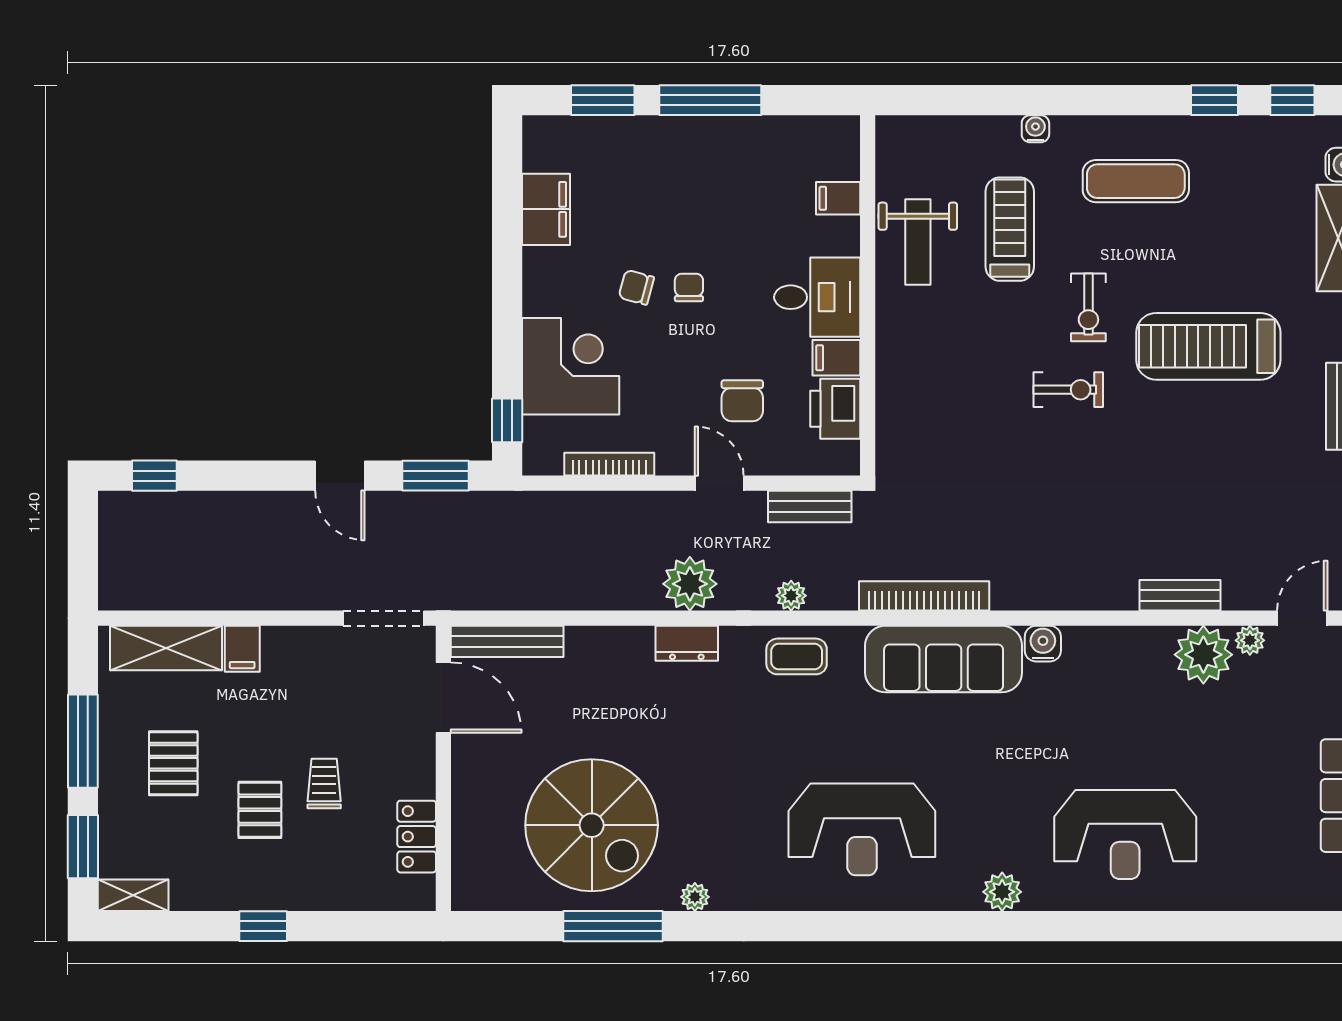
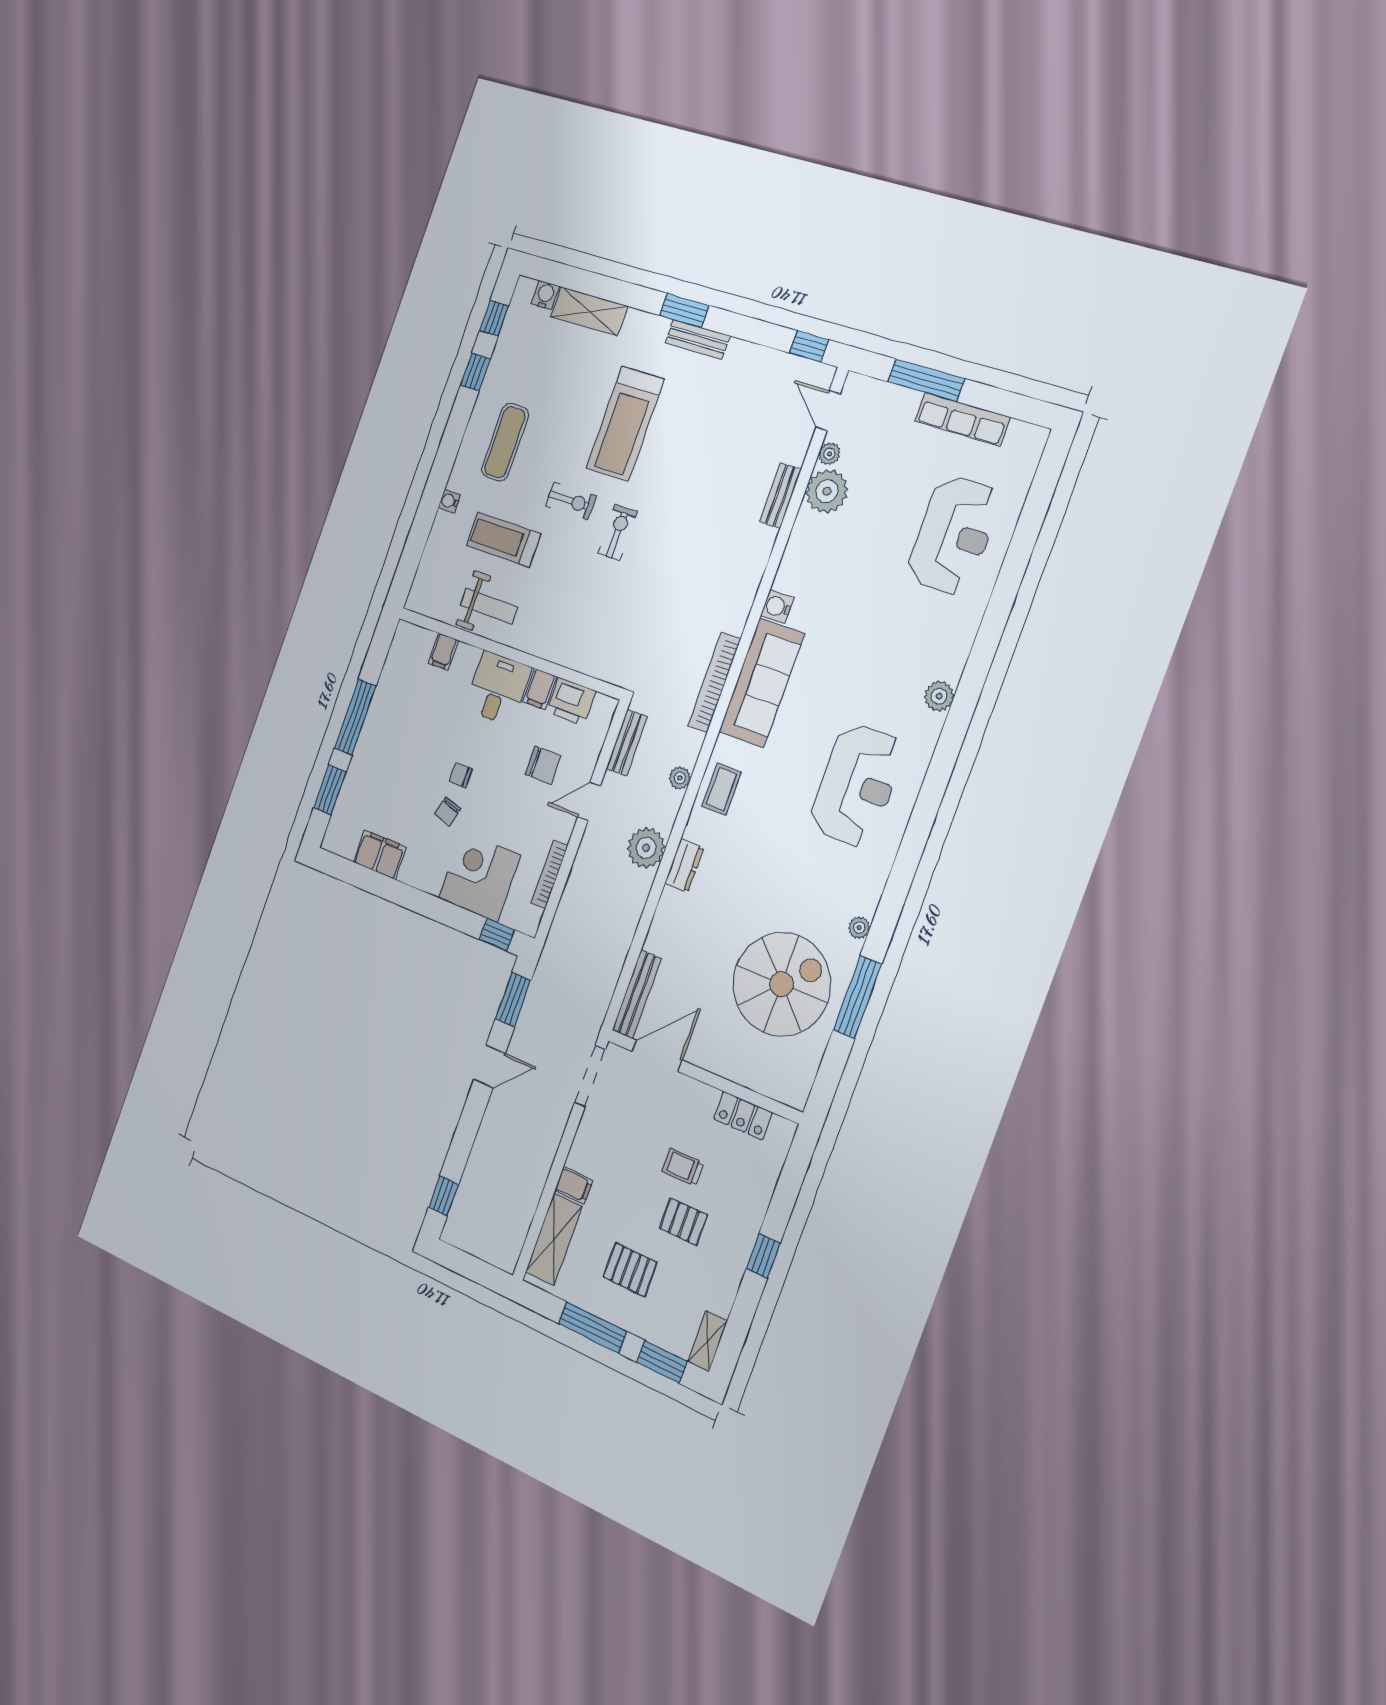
reception desk: (1125, 835) -> (954, 535), moved

